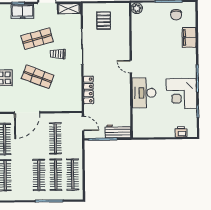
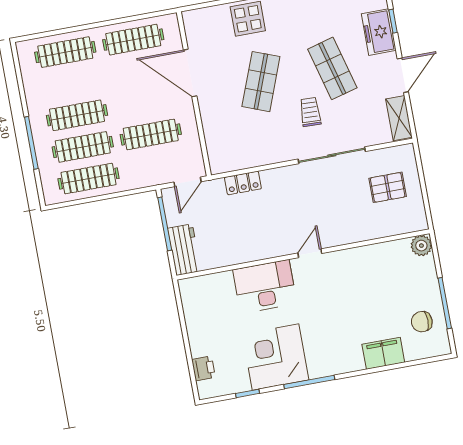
locker: (89, 90) -> (243, 183), width x0.66

